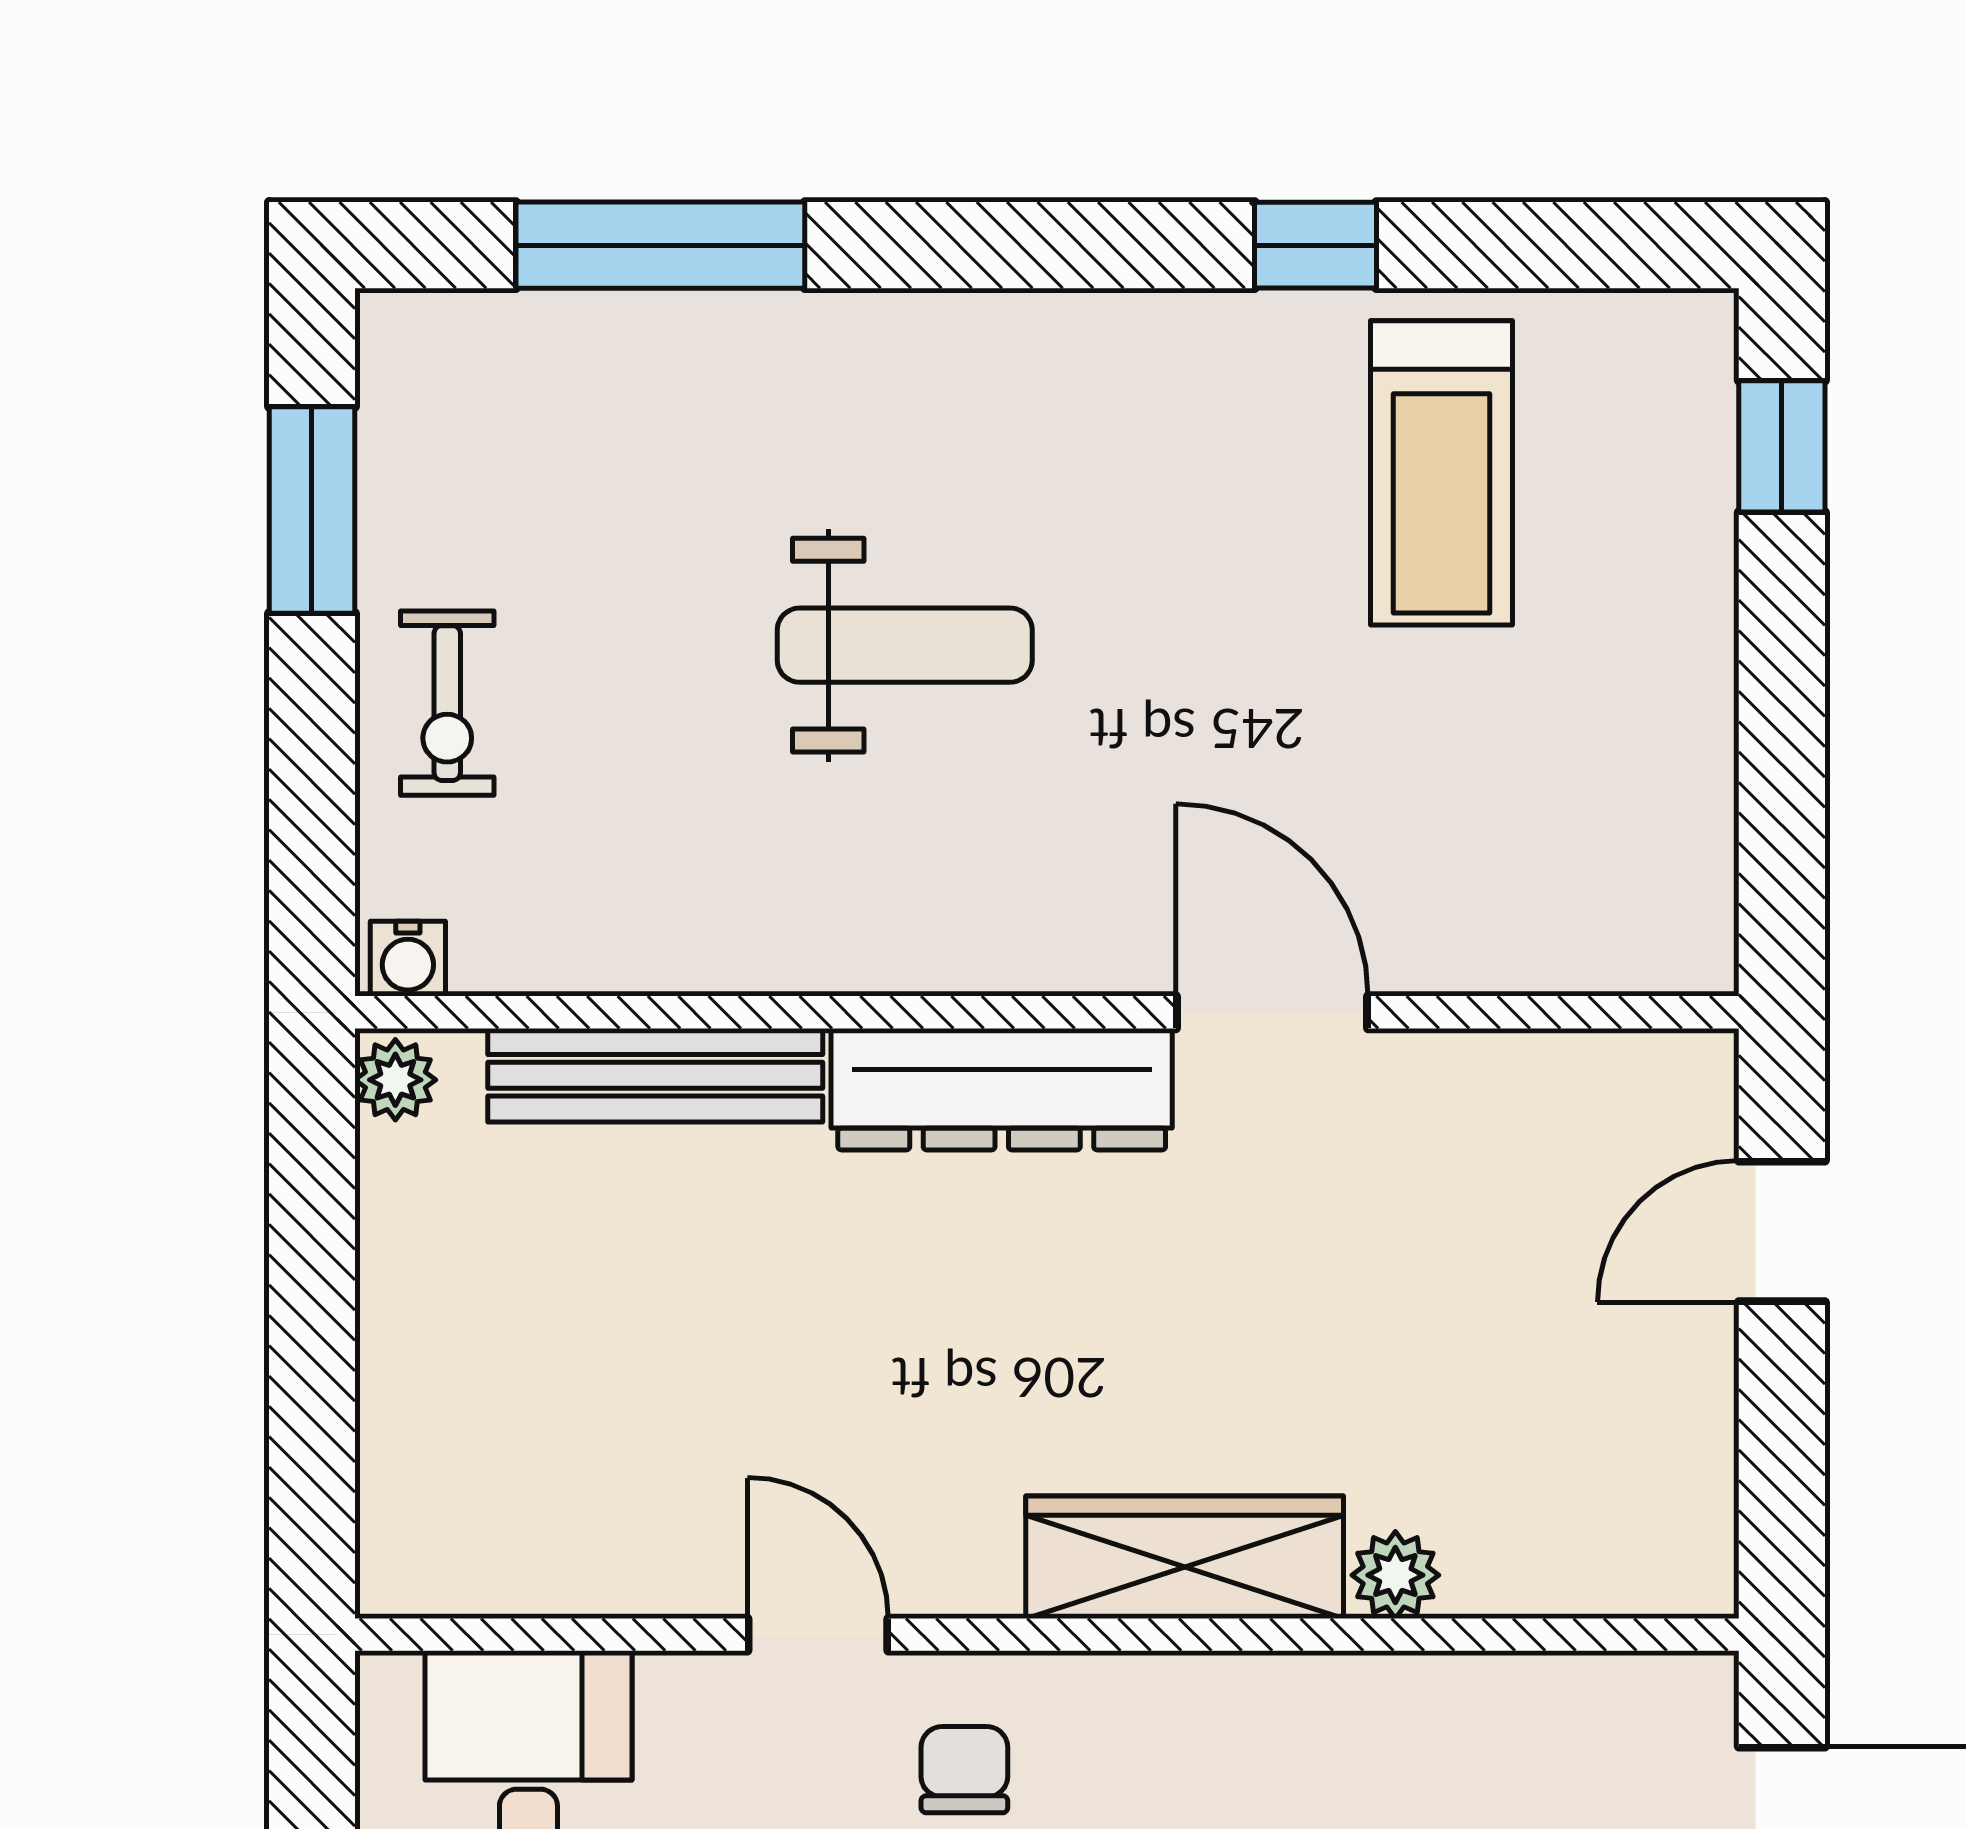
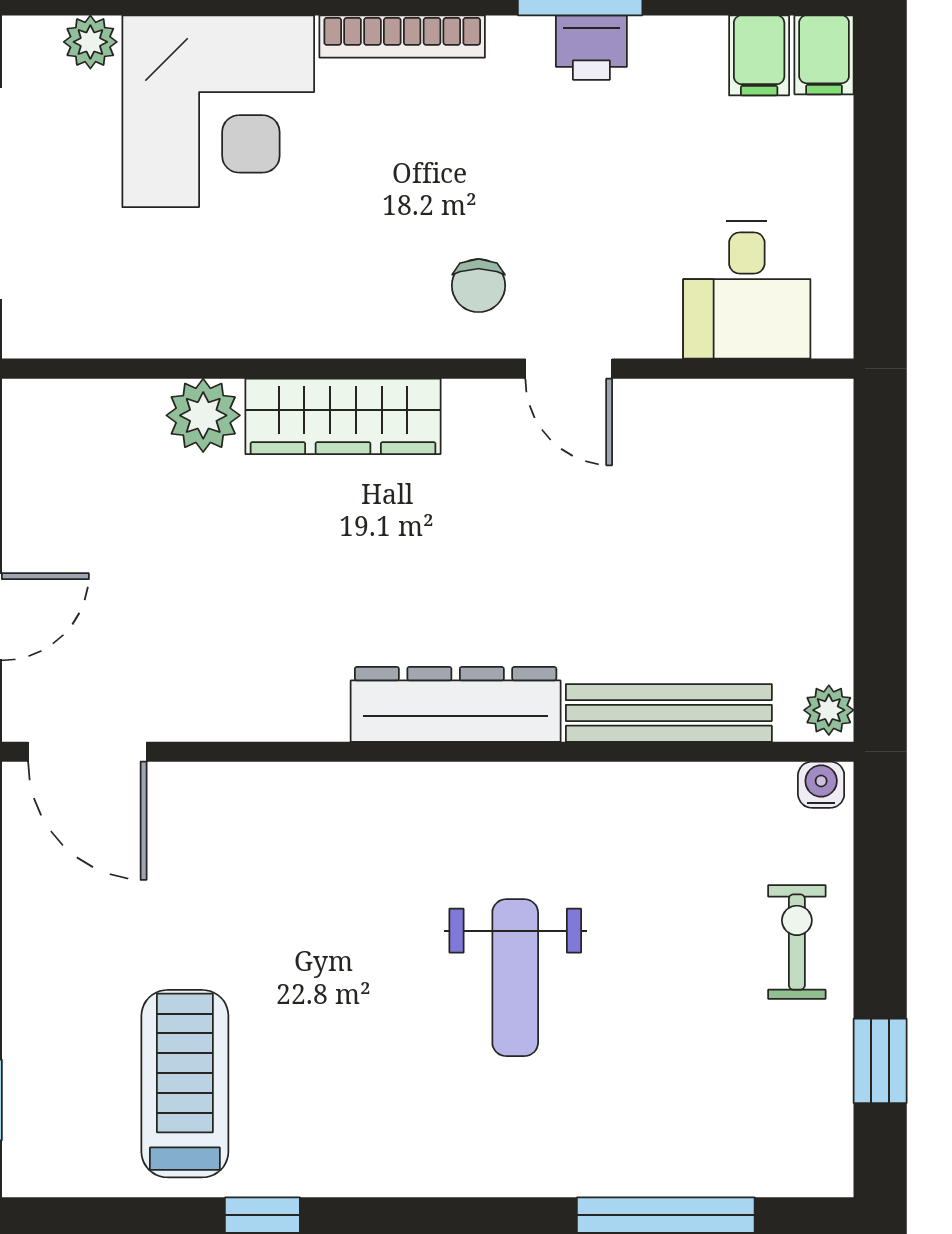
window: (312, 510) -> (880, 1061), width x0.67
weight bench: (905, 645) -> (515, 978), turned -90
door: (1272, 1012) -> (87, 752), moved
plant: (1395, 1575) -> (203, 415), width x1.38, depth x1.38

